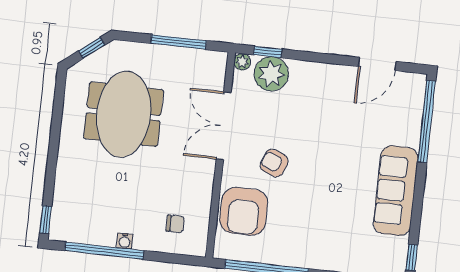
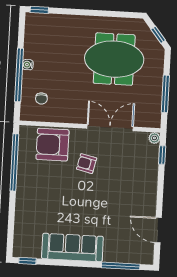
plant: (271, 74) -> (147, 158), removed
window: (427, 122) -> (121, 266), width x0.68
armchair: (274, 163) -> (87, 164), turned -99
window: (104, 251) -> (19, 75), moved

